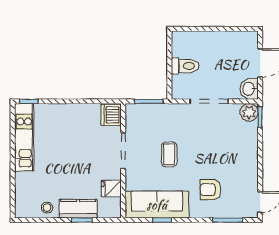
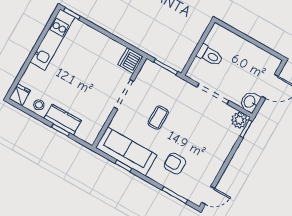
fridge: (111, 188) -> (20, 95), moved, turned 90

